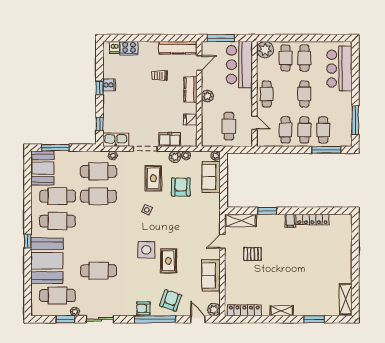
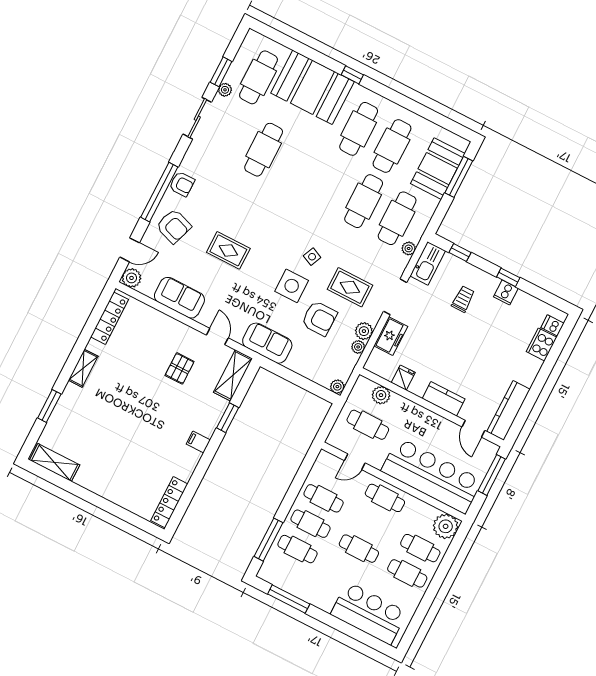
bar counter: (239, 65) -> (432, 476), width x1.36
trolley: (159, 76) -> (463, 299), moved
plant: (207, 96) -> (381, 395), moved
booth: (42, 168) -> (438, 169), moved, turned 90
sofa: (211, 177) -> (267, 343), moved
locker: (312, 220) -> (169, 502), moved
side table: (146, 250) -> (292, 286), moved
armchair: (143, 308) -> (182, 184), turned 90

